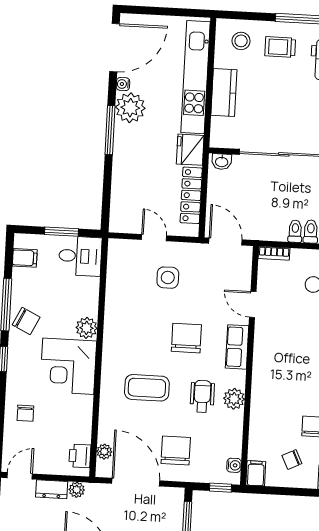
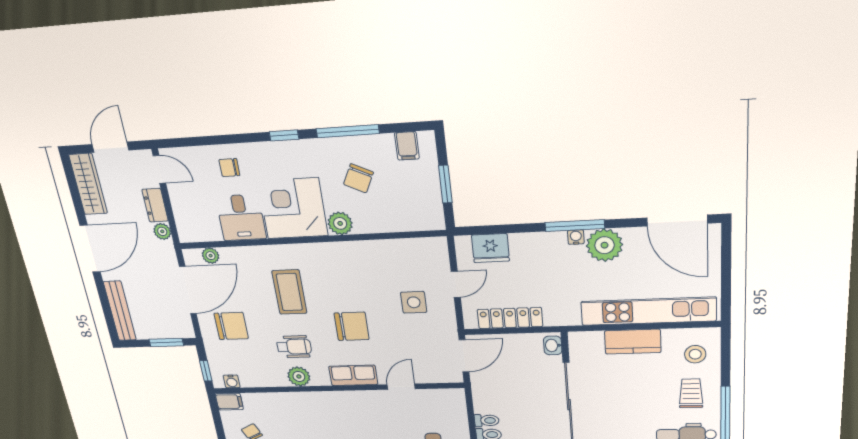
water cooler: (123, 84) -> (576, 237), moved
fridge: (190, 150) -> (490, 248), moved, turned 180
bookcase: (274, 253) -> (459, 403), removed
desk: (80, 256) -> (241, 218), moved
chair: (26, 321) -> (358, 178), moved
printer: (80, 456) -> (199, 231), removed

